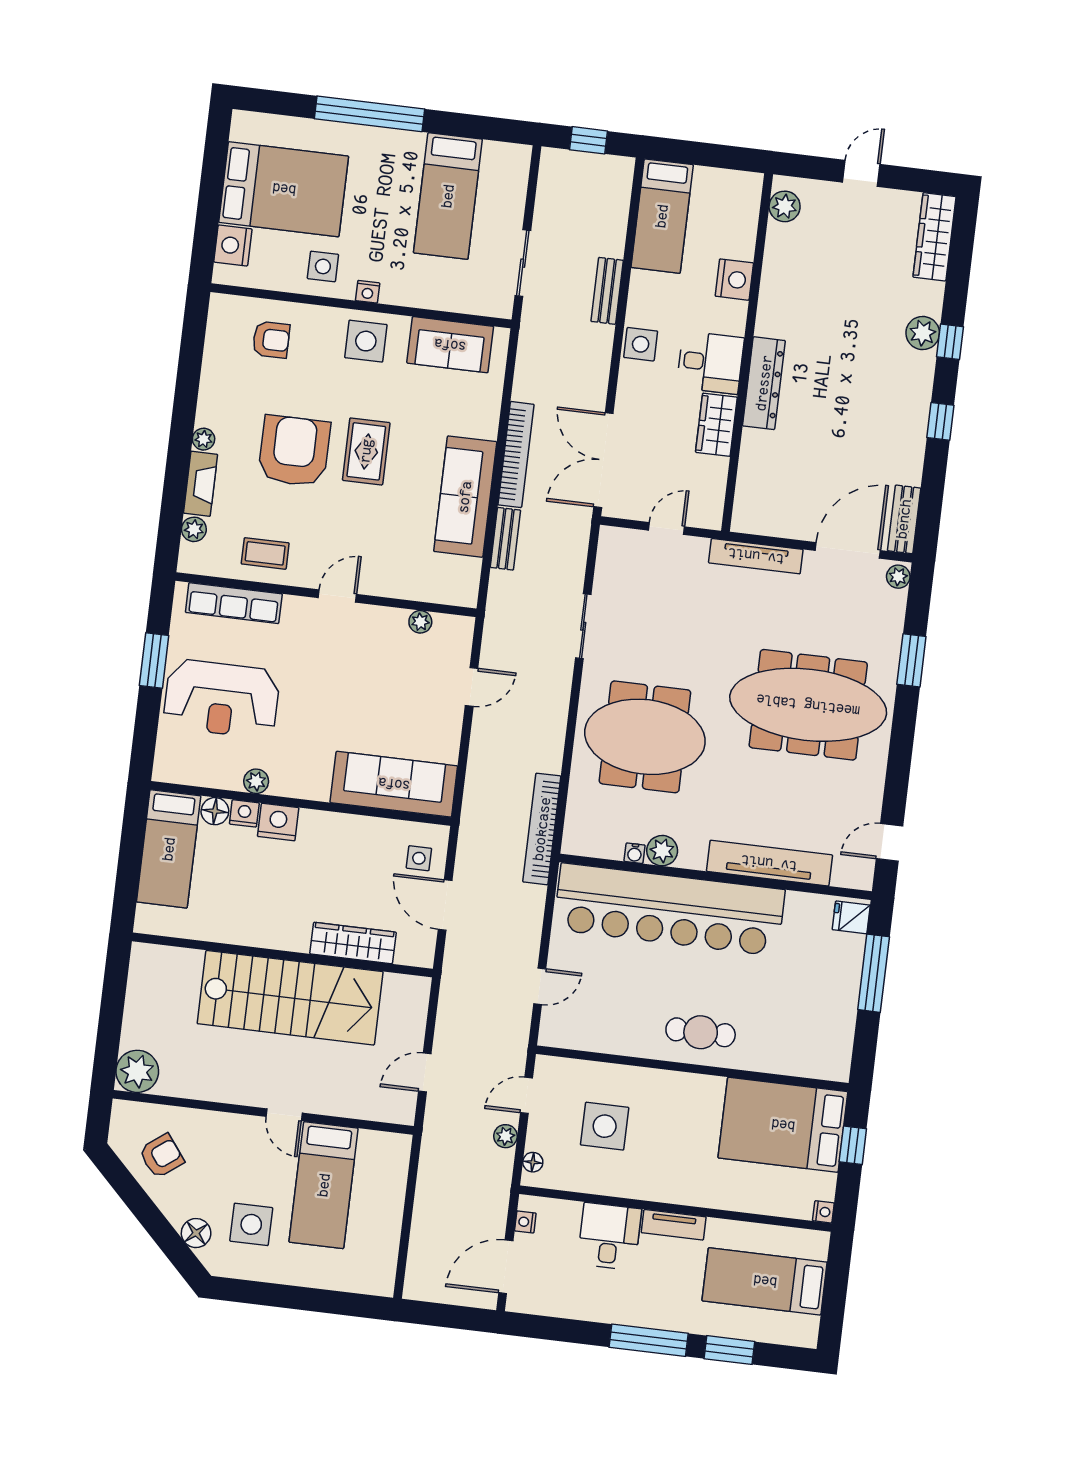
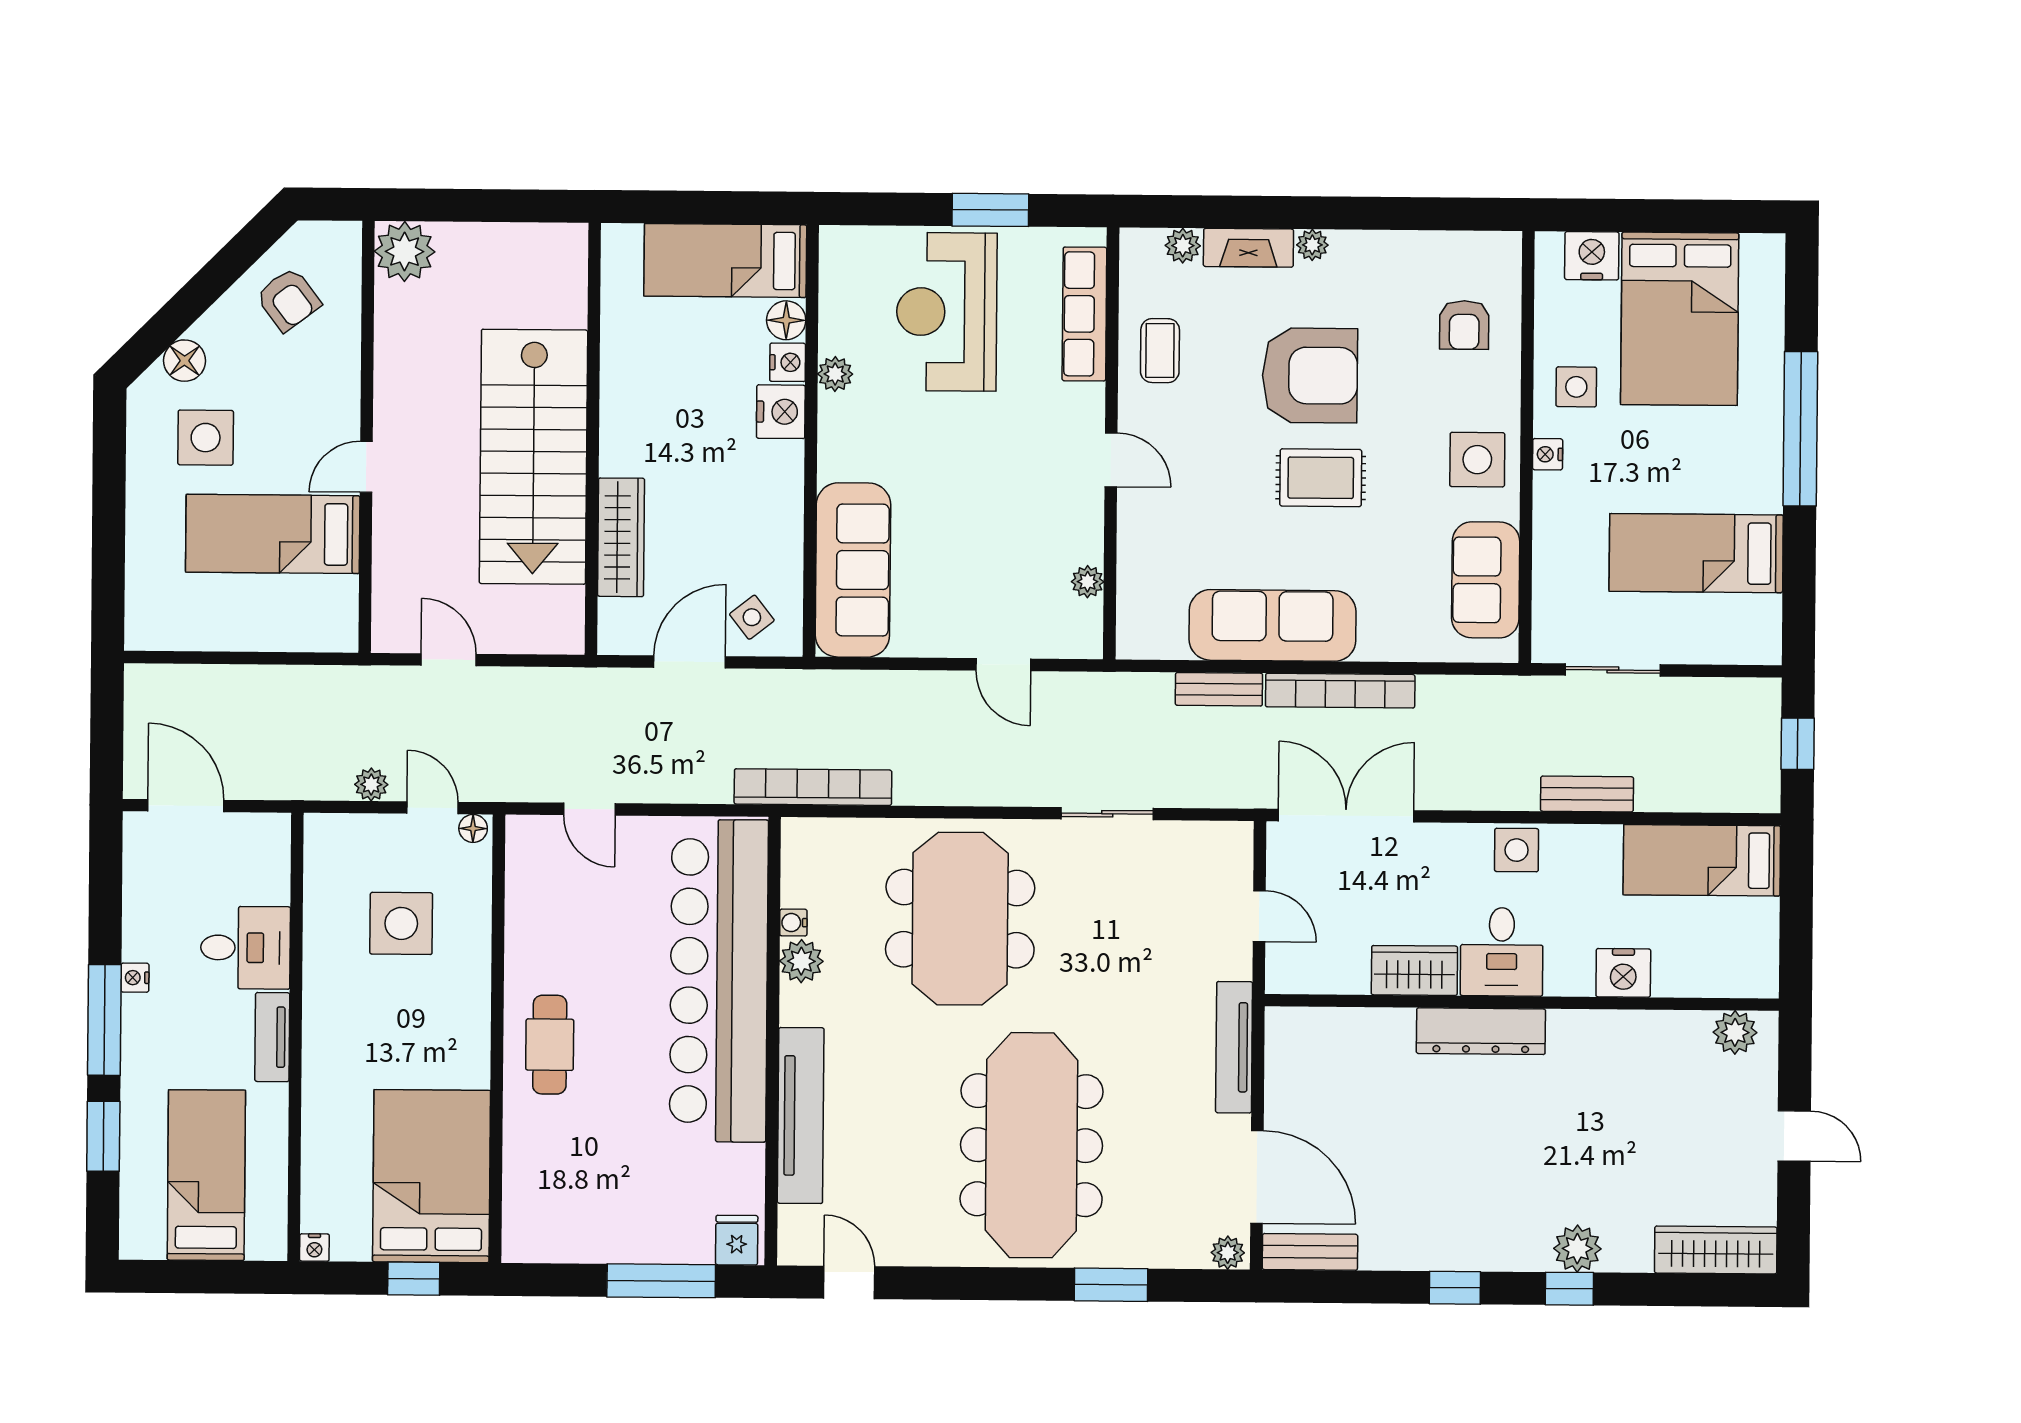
side table: (419, 858) -> (752, 617), turned -38
floor lamp: (533, 1162) -> (473, 828), moved
nightstand: (525, 1222) -> (135, 978), moved, turned -90

